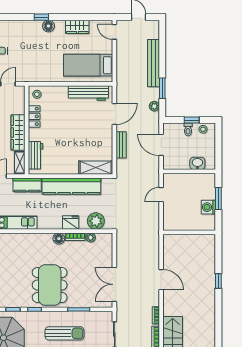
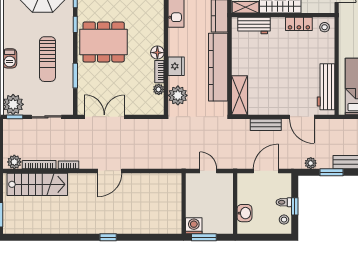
wall: (189, 232) -> (184, 203), moved

